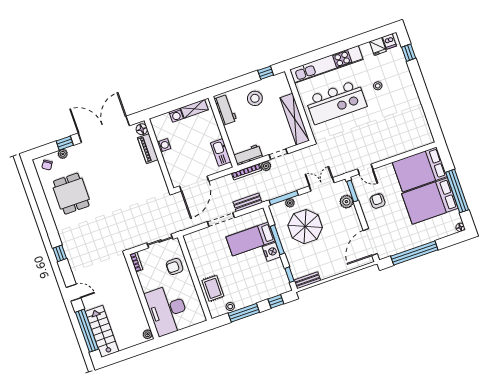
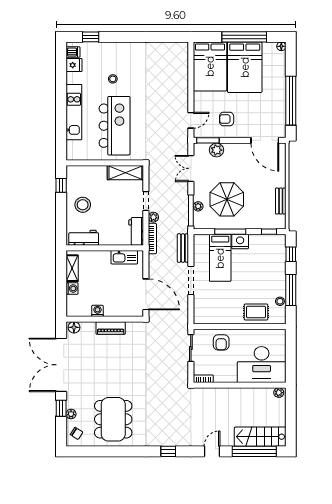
kitchen unit: (326, 64) -> (74, 112), width x0.73
shelving: (295, 119) -> (125, 173), width x0.68
piano: (148, 149) -> (111, 328), moved
dining table: (71, 194) -> (113, 419), width x1.38
bench: (307, 280) -> (281, 201), moved

